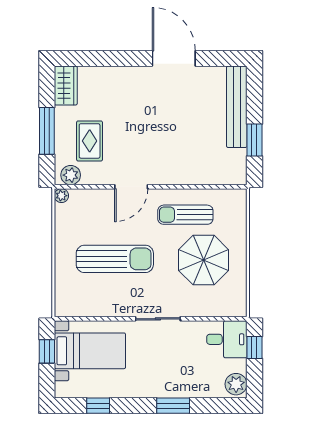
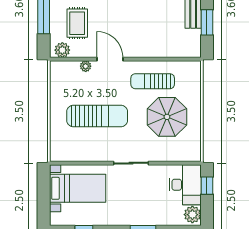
door: (131, 187) -> (110, 59), swing flipped
plant: (61, 196) -> (86, 66), moved
desk: (227, 339) -> (185, 185), width x1.37
window: (47, 351) -> (44, 189), removed

